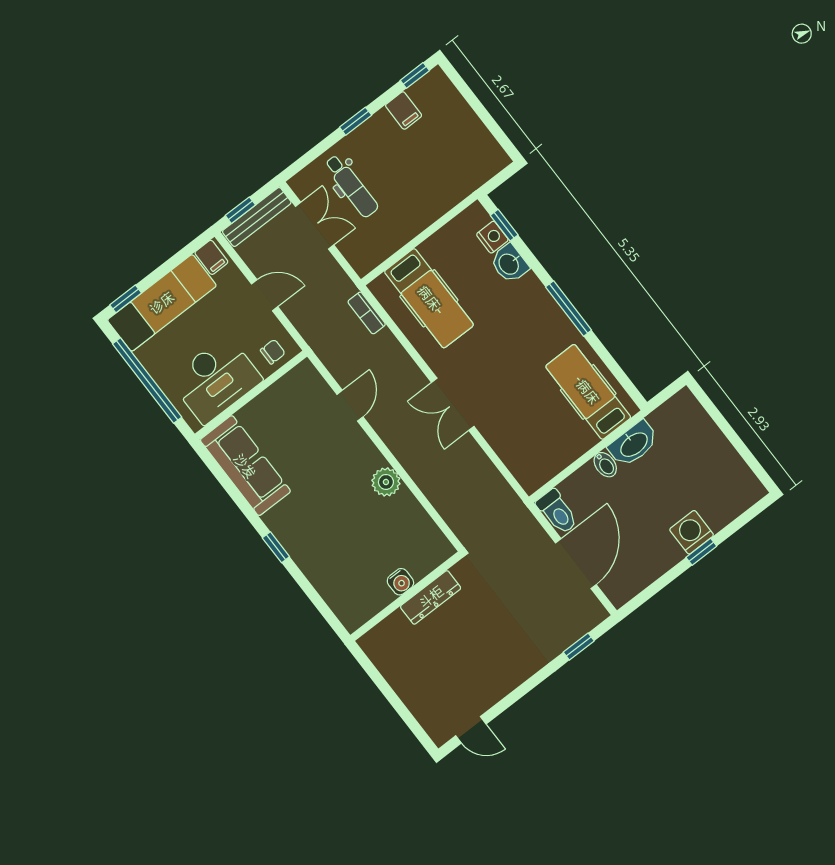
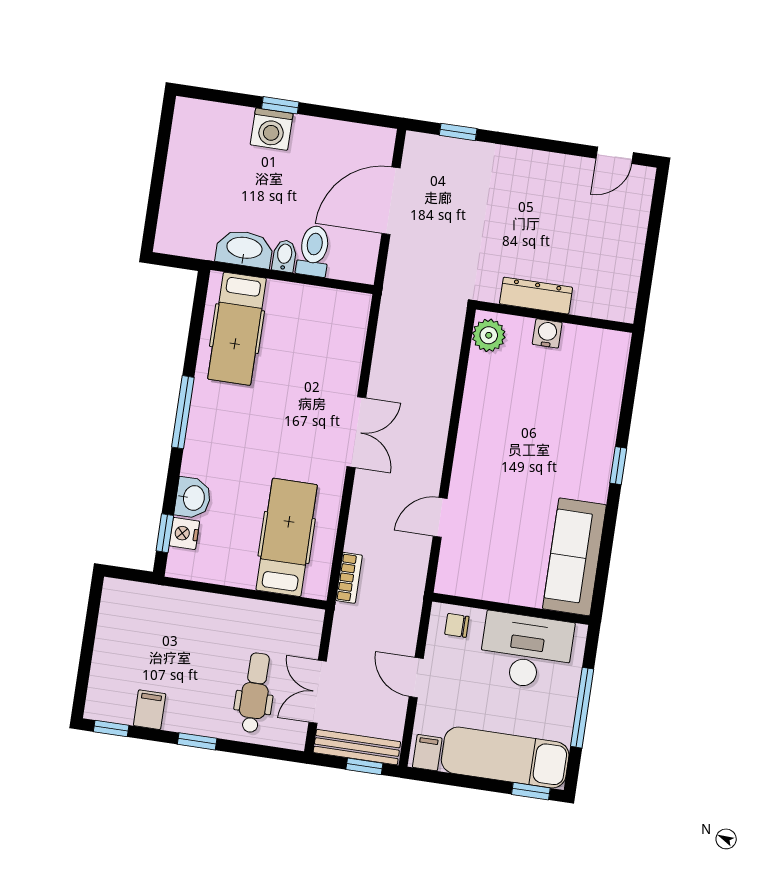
window: (147, 380) -> (582, 708), width x0.68
plant: (386, 482) -> (489, 335), moved
toilet: (557, 512) -> (314, 251), moved
door: (471, 730) -> (615, 155), swing flipped

